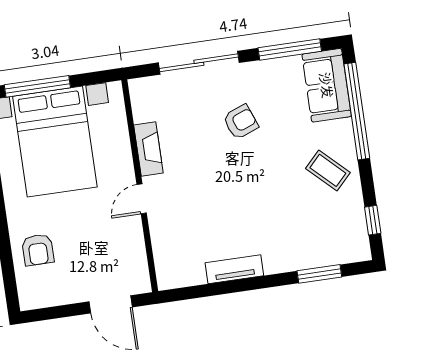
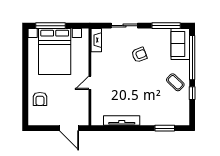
sliding door: (199, 63) -> (124, 26), width x0.73
fireplace: (148, 149) -> (96, 40), moved
window: (373, 220) -> (192, 93), moved
tv unit: (234, 269) -> (122, 121), width x1.41

